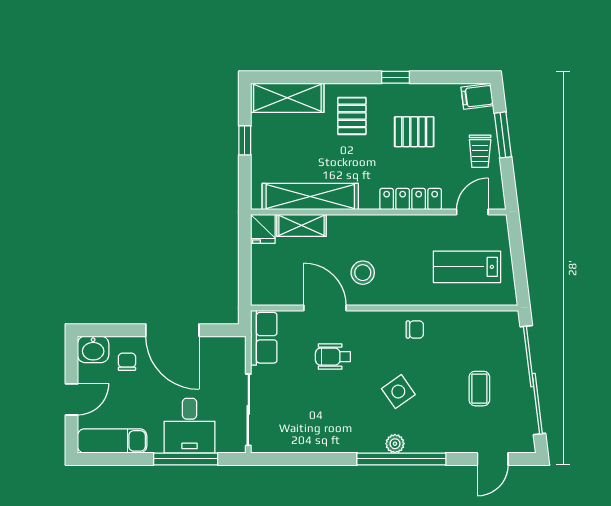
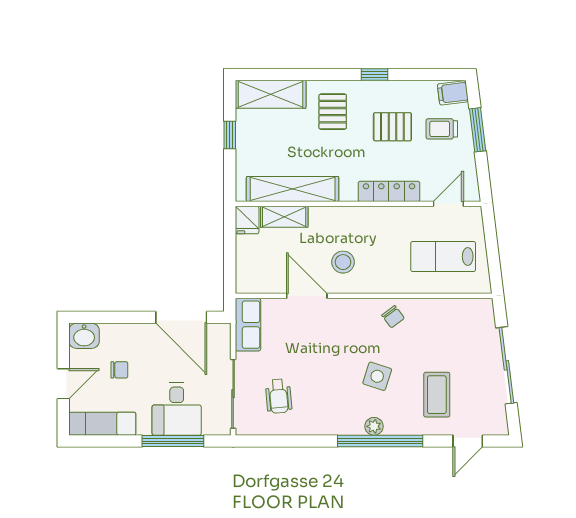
trolley: (480, 151) -> (442, 129), moved, turned 90
chair: (415, 329) -> (393, 317), turned 53
door: (172, 330) -> (181, 317), moved
wheelchair: (333, 357) -> (279, 396), moved, turned -95
chair: (127, 362) -> (119, 370), moved, turned 90
sliding door: (533, 380) -> (506, 365), width x0.73
coffee table: (479, 389) -> (437, 395), moved, width x1.36, depth x1.30
side table: (398, 392) -> (377, 376), turned -37

